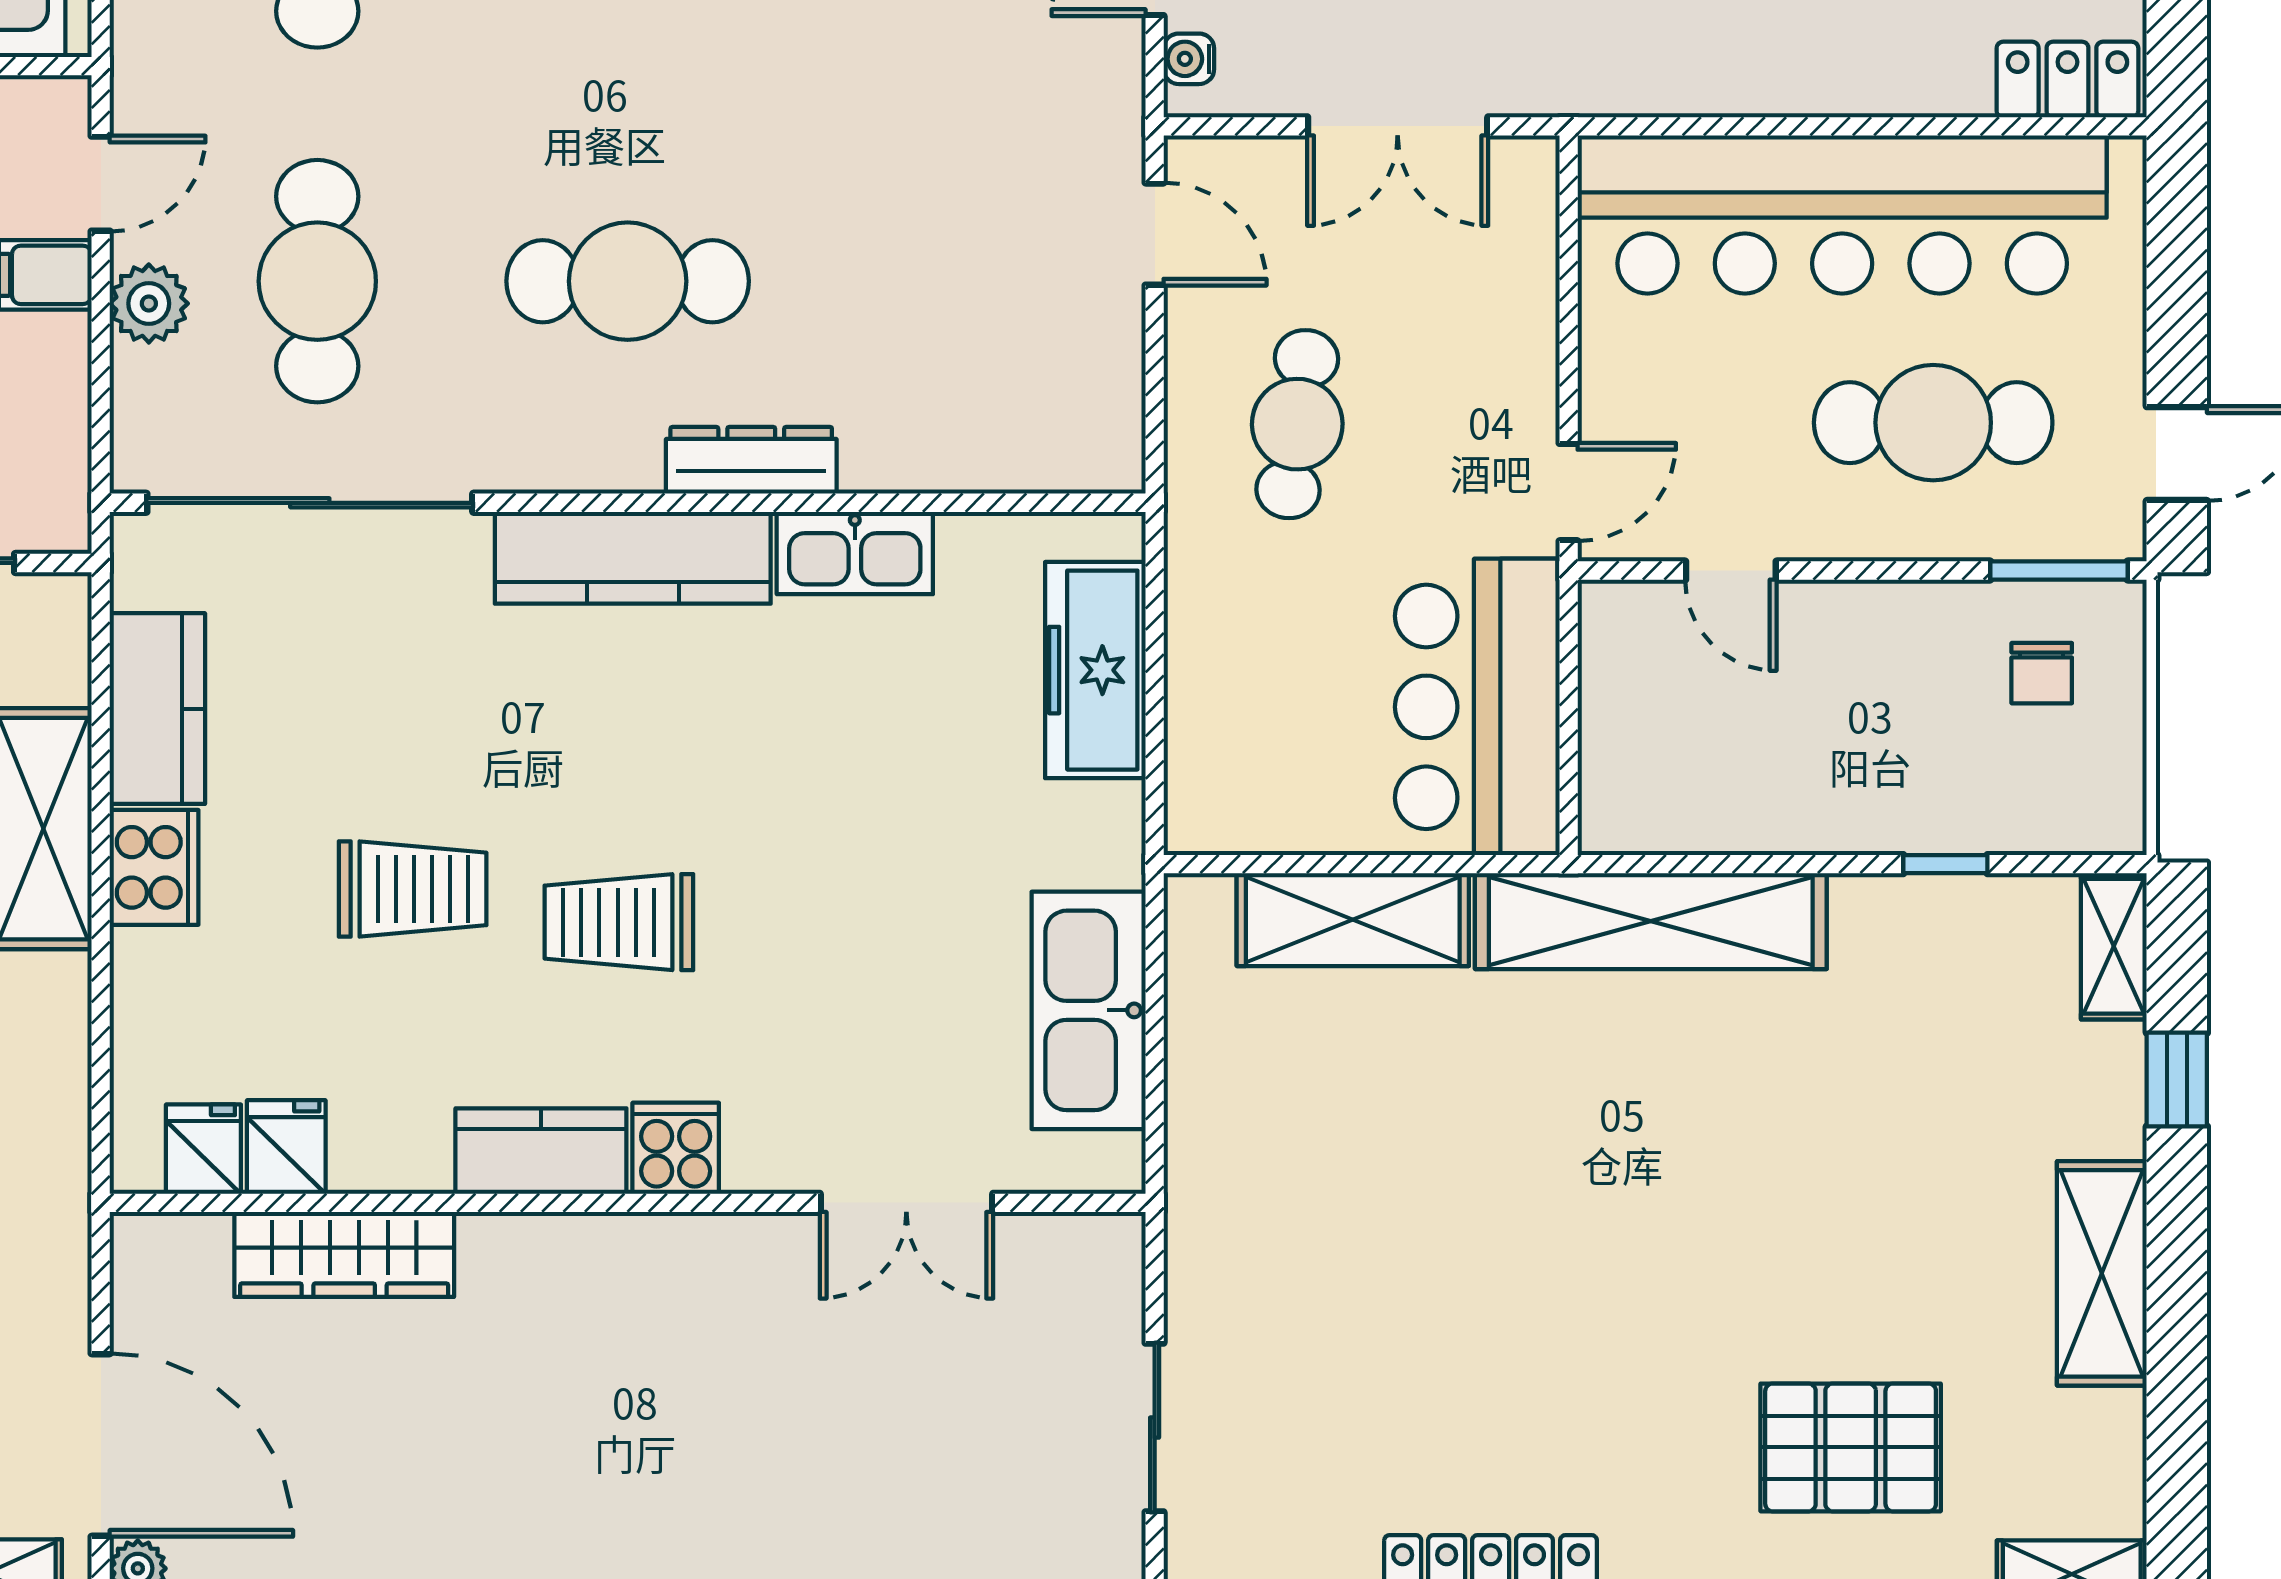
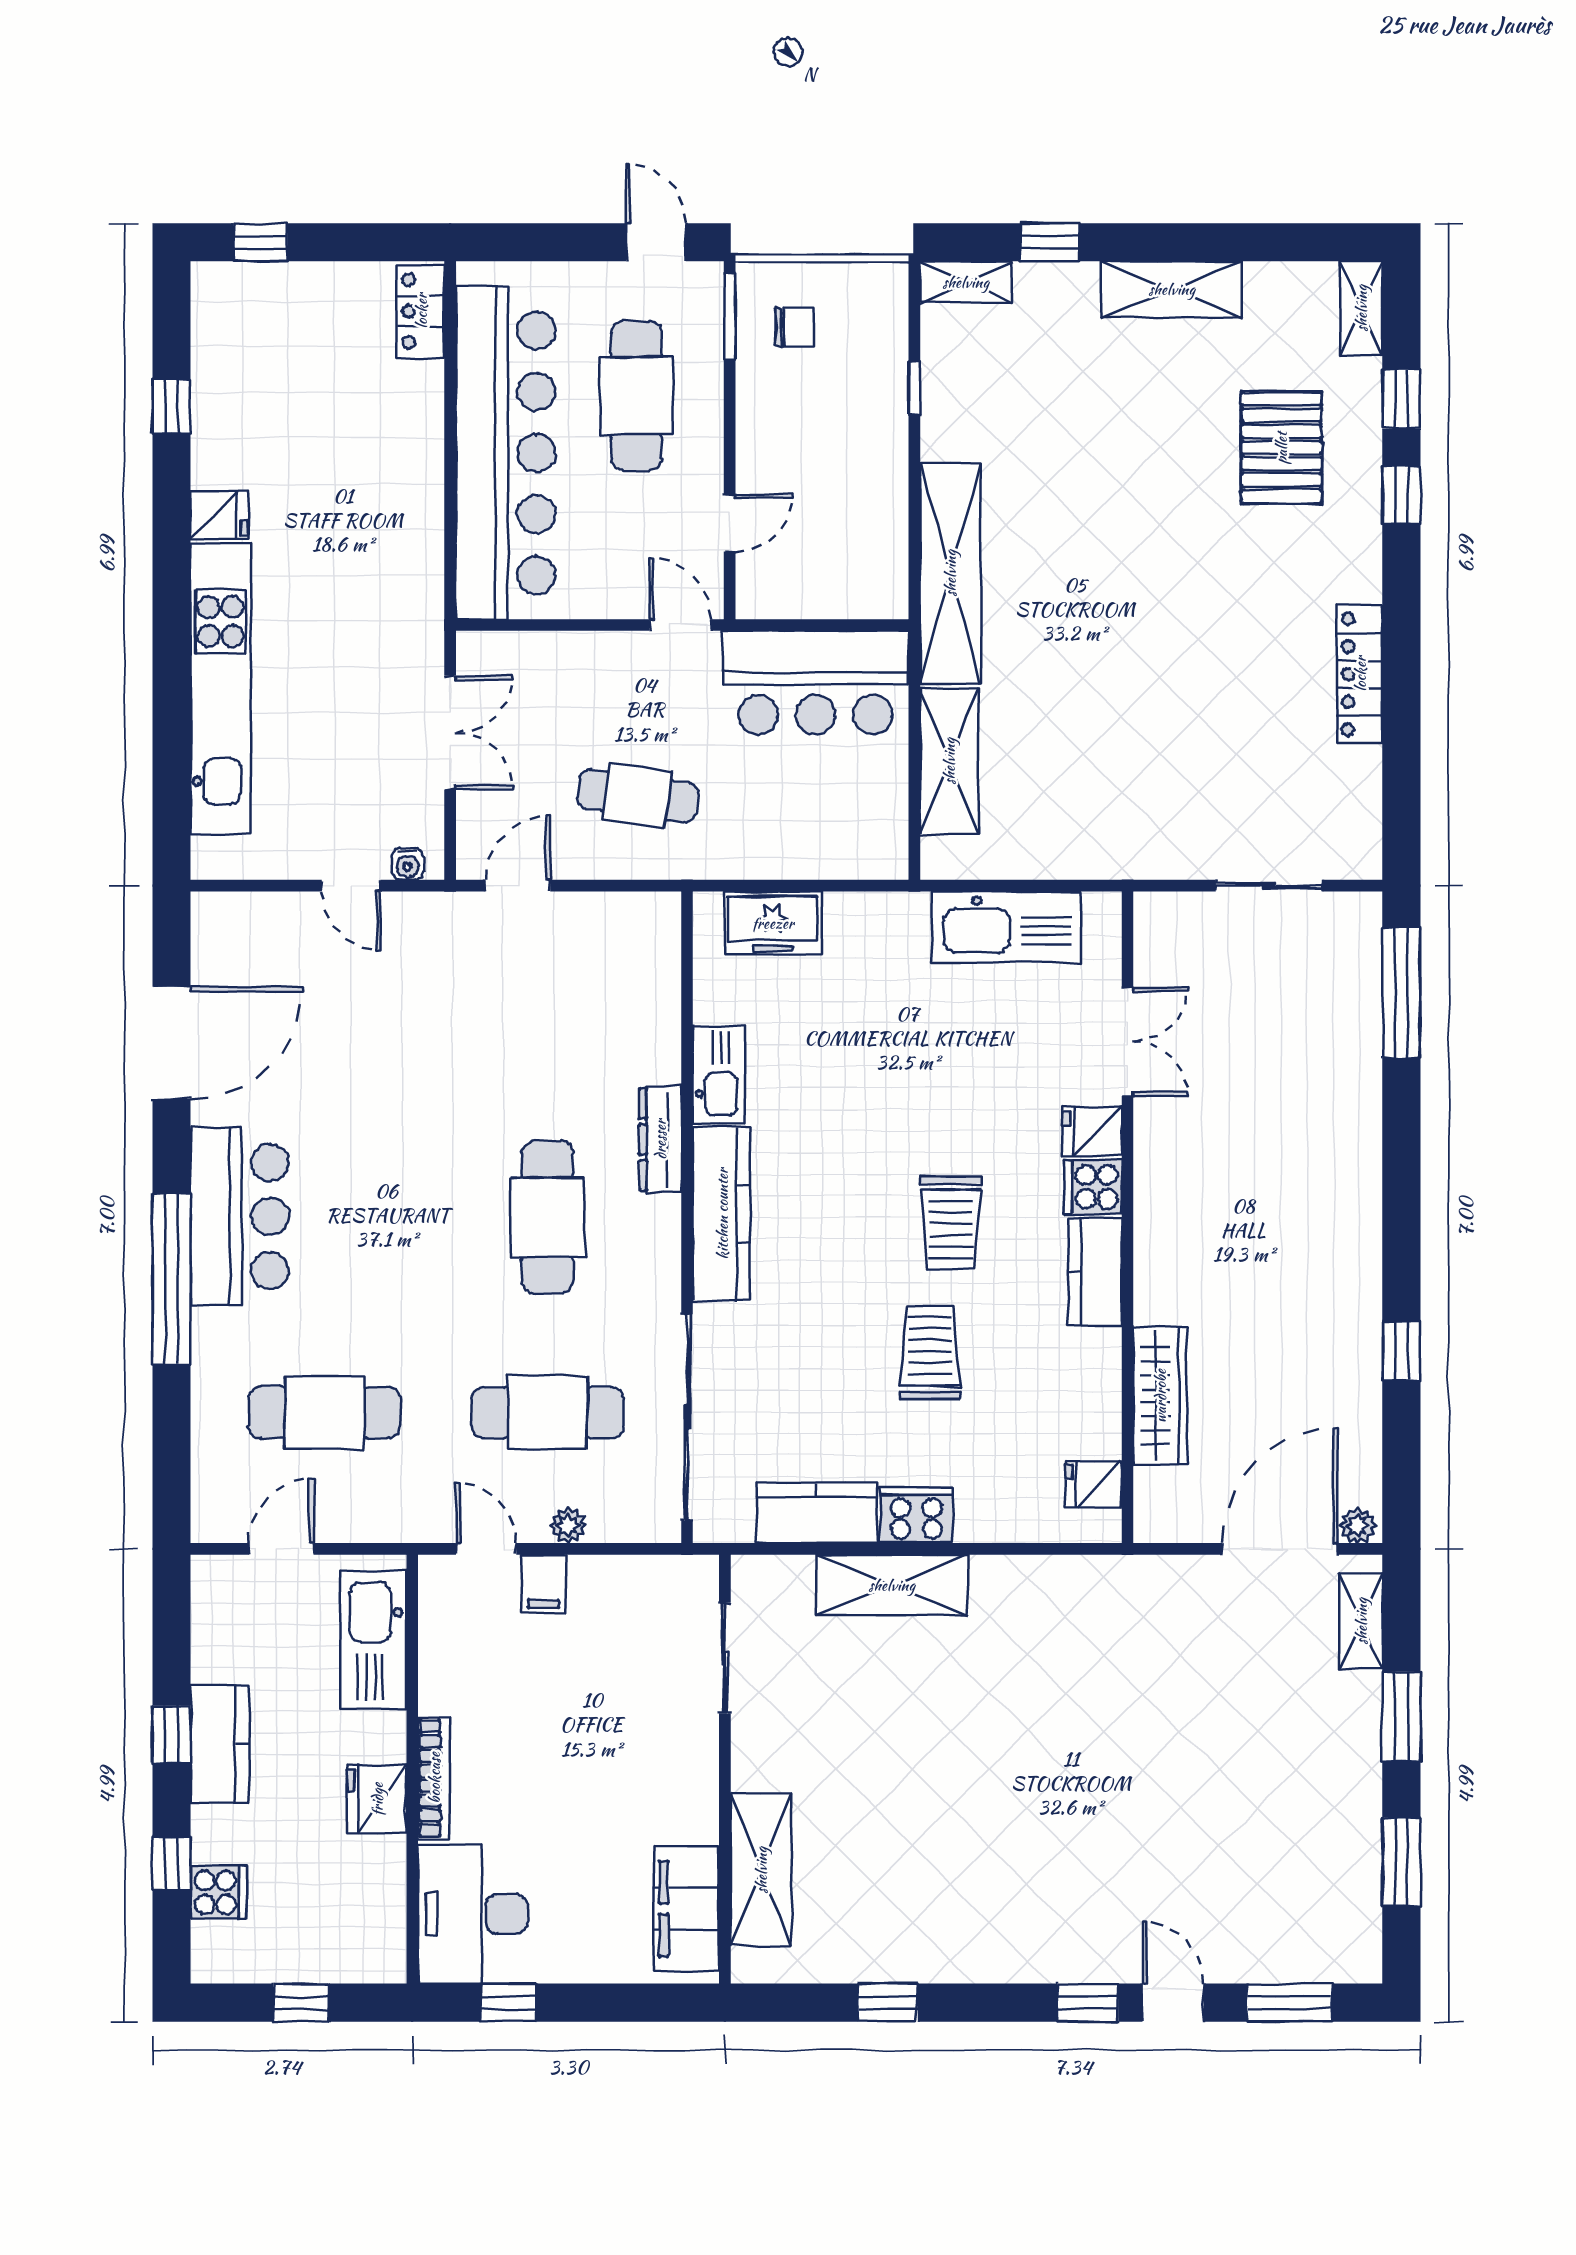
plant: (149, 303) -> (568, 1525), width x0.73, depth x0.73
freezer: (1095, 670) -> (773, 923), width x0.71
fridge: (286, 1147) -> (1092, 1131), moved

